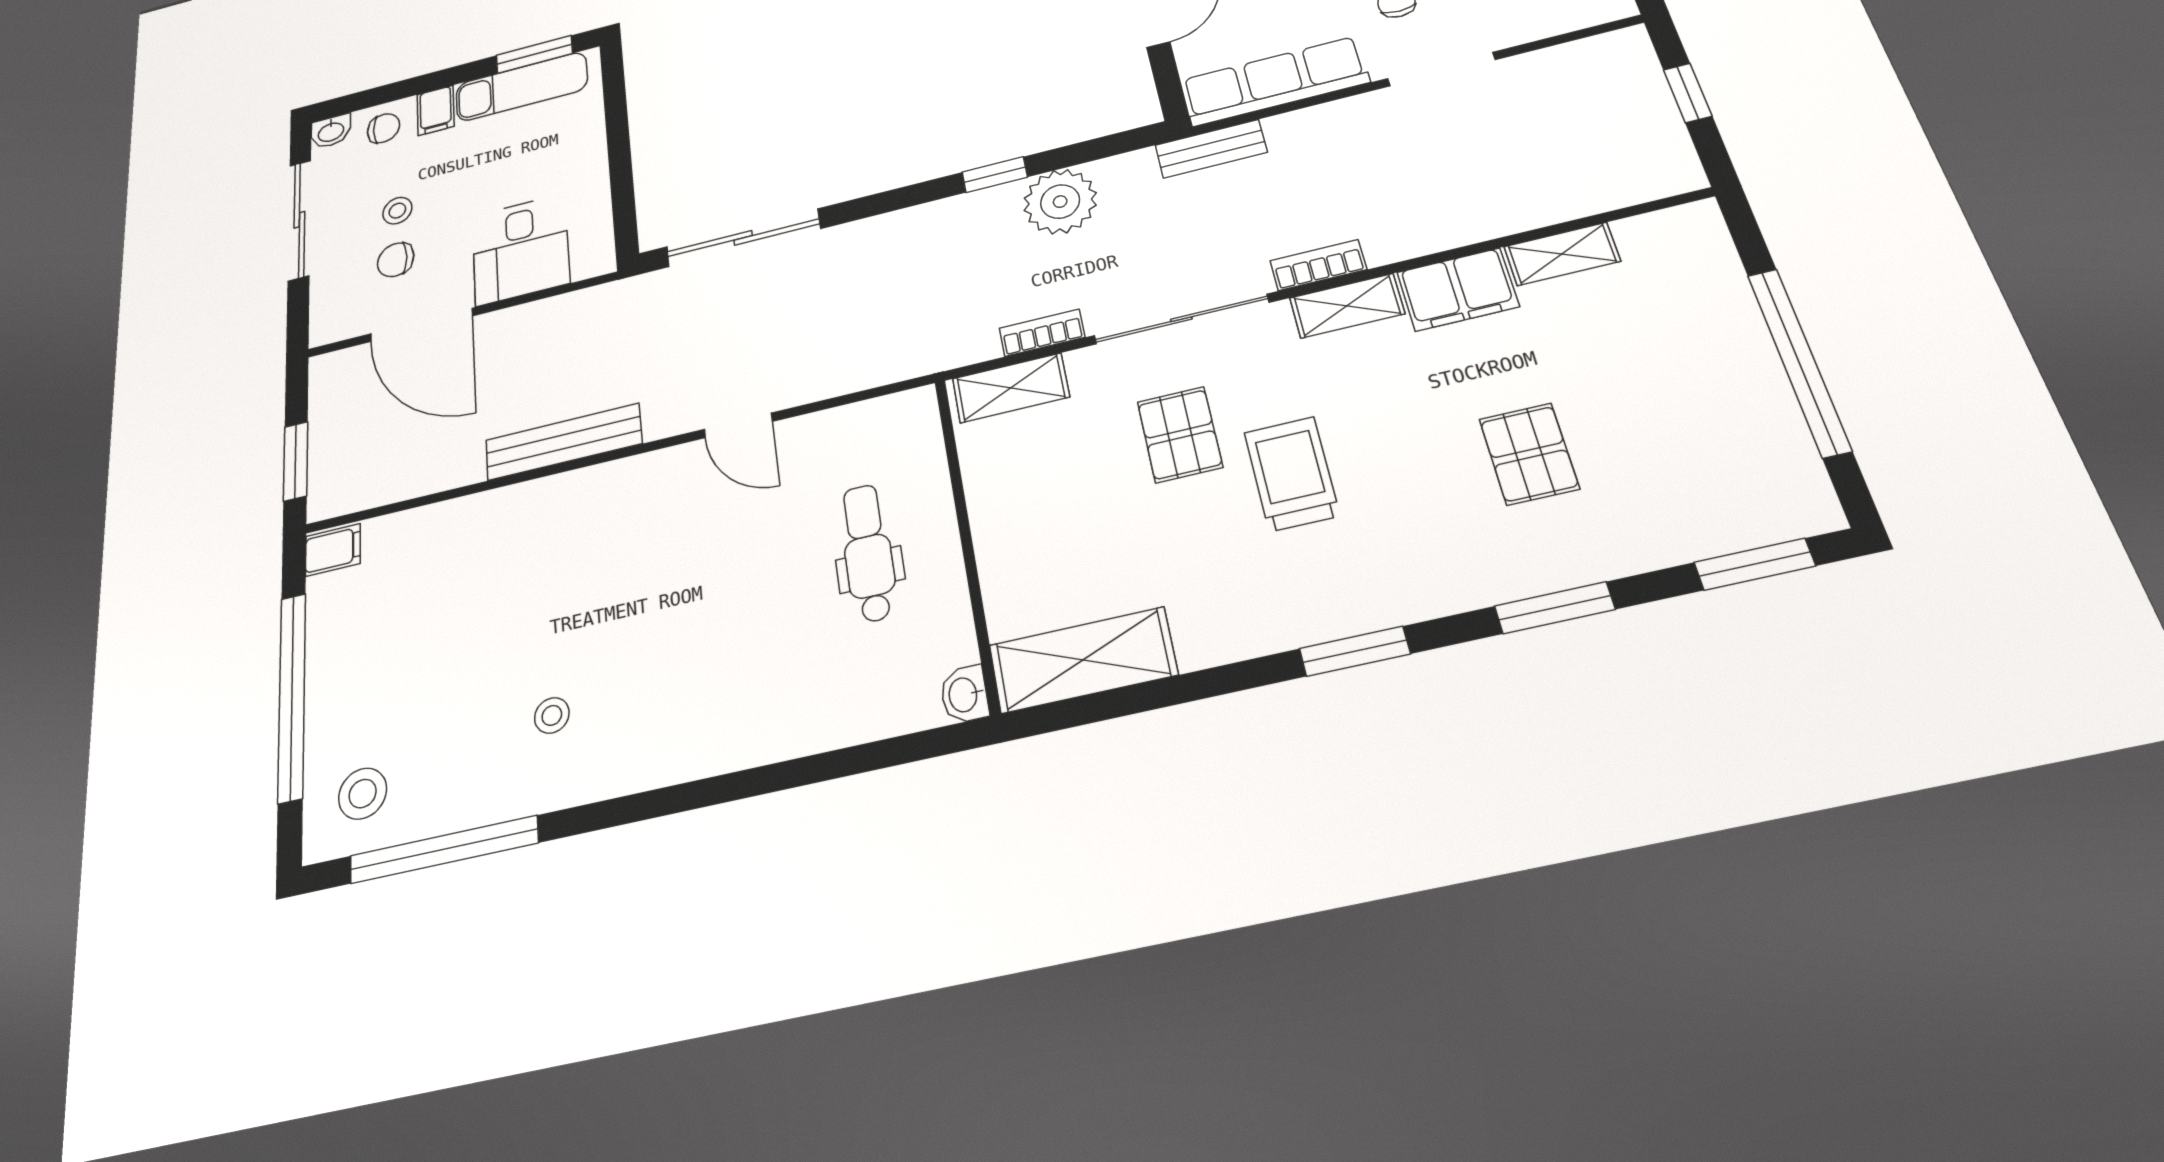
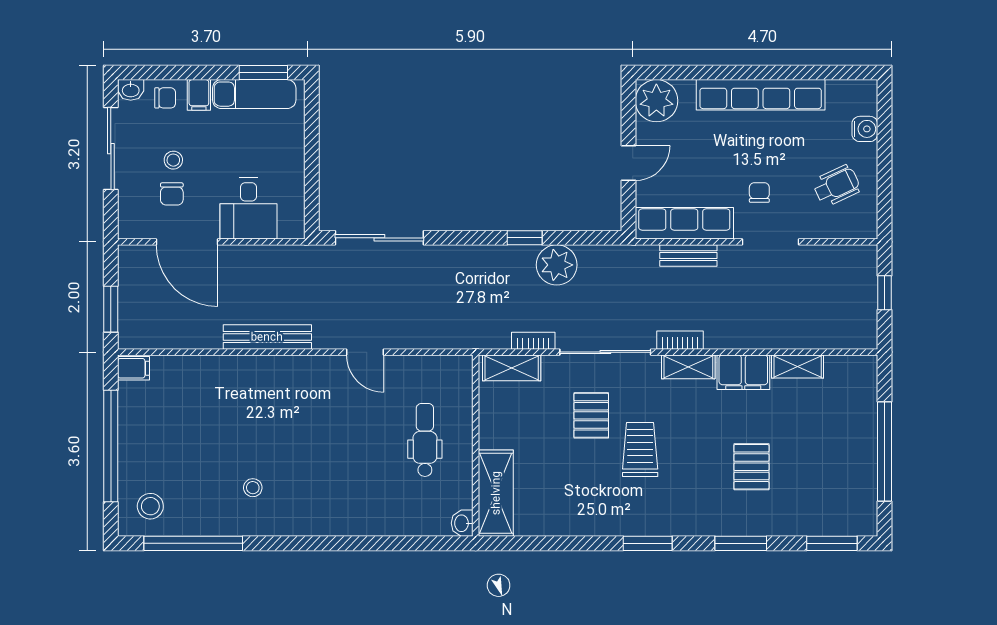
bench: (1211, 149) -> (688, 256), moved
chair: (396, 260) -> (172, 194), turned -90
shelving: (1083, 660) -> (496, 493), moved, turned 90

